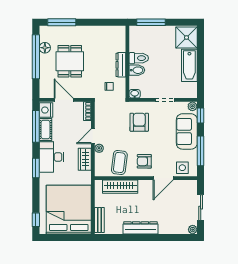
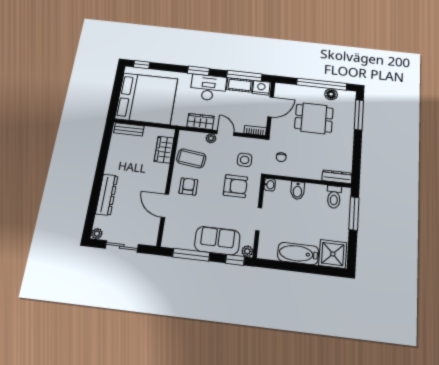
toilet: (139, 58) -> (334, 197), moved
dresser: (121, 65) -> (337, 177), moved
side table: (182, 168) -> (245, 160), moved
wardrobe: (120, 187) -> (164, 150), width x0.67
dresser: (140, 228) -> (107, 195), moved

